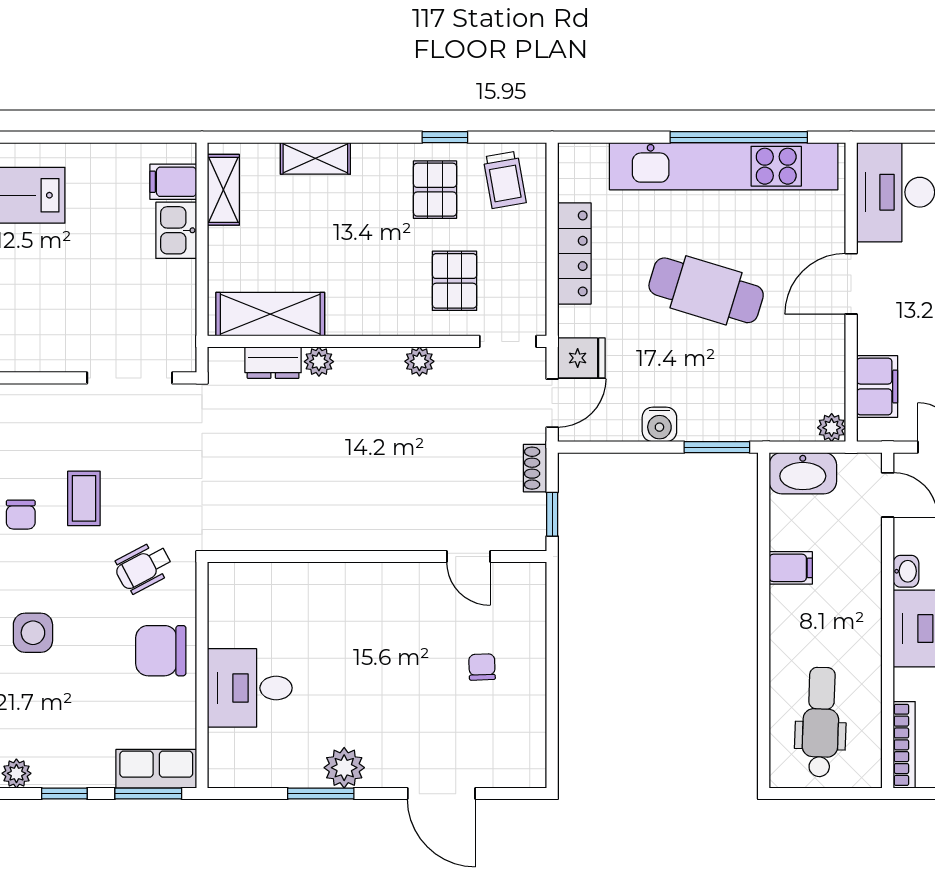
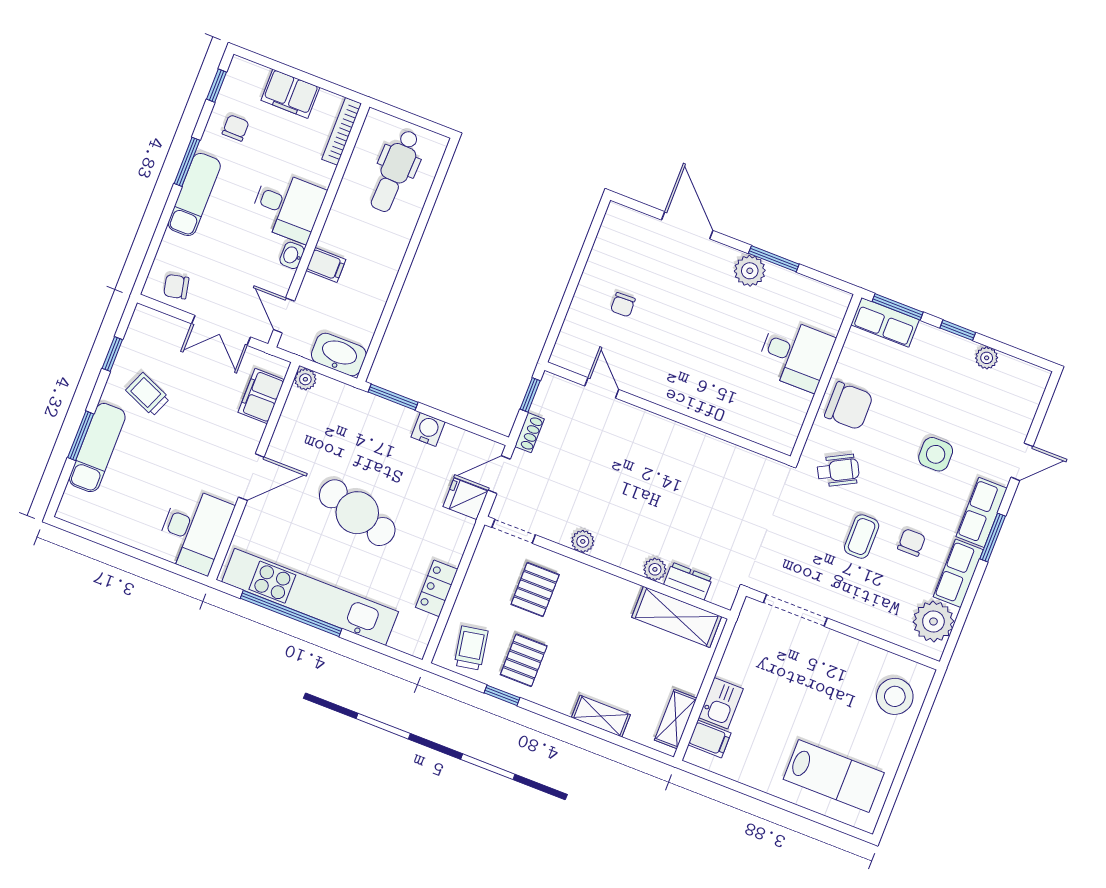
locker: (574, 253) -> (437, 588), width x0.66
filing cabinet: (791, 568) -> (326, 265), moved, turned 180

